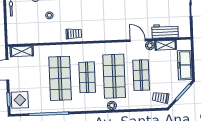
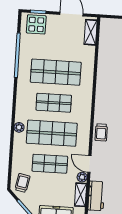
trolley: (74, 34) -> (101, 132), moved
door: (138, 40) -> (89, 164), swing flipped

